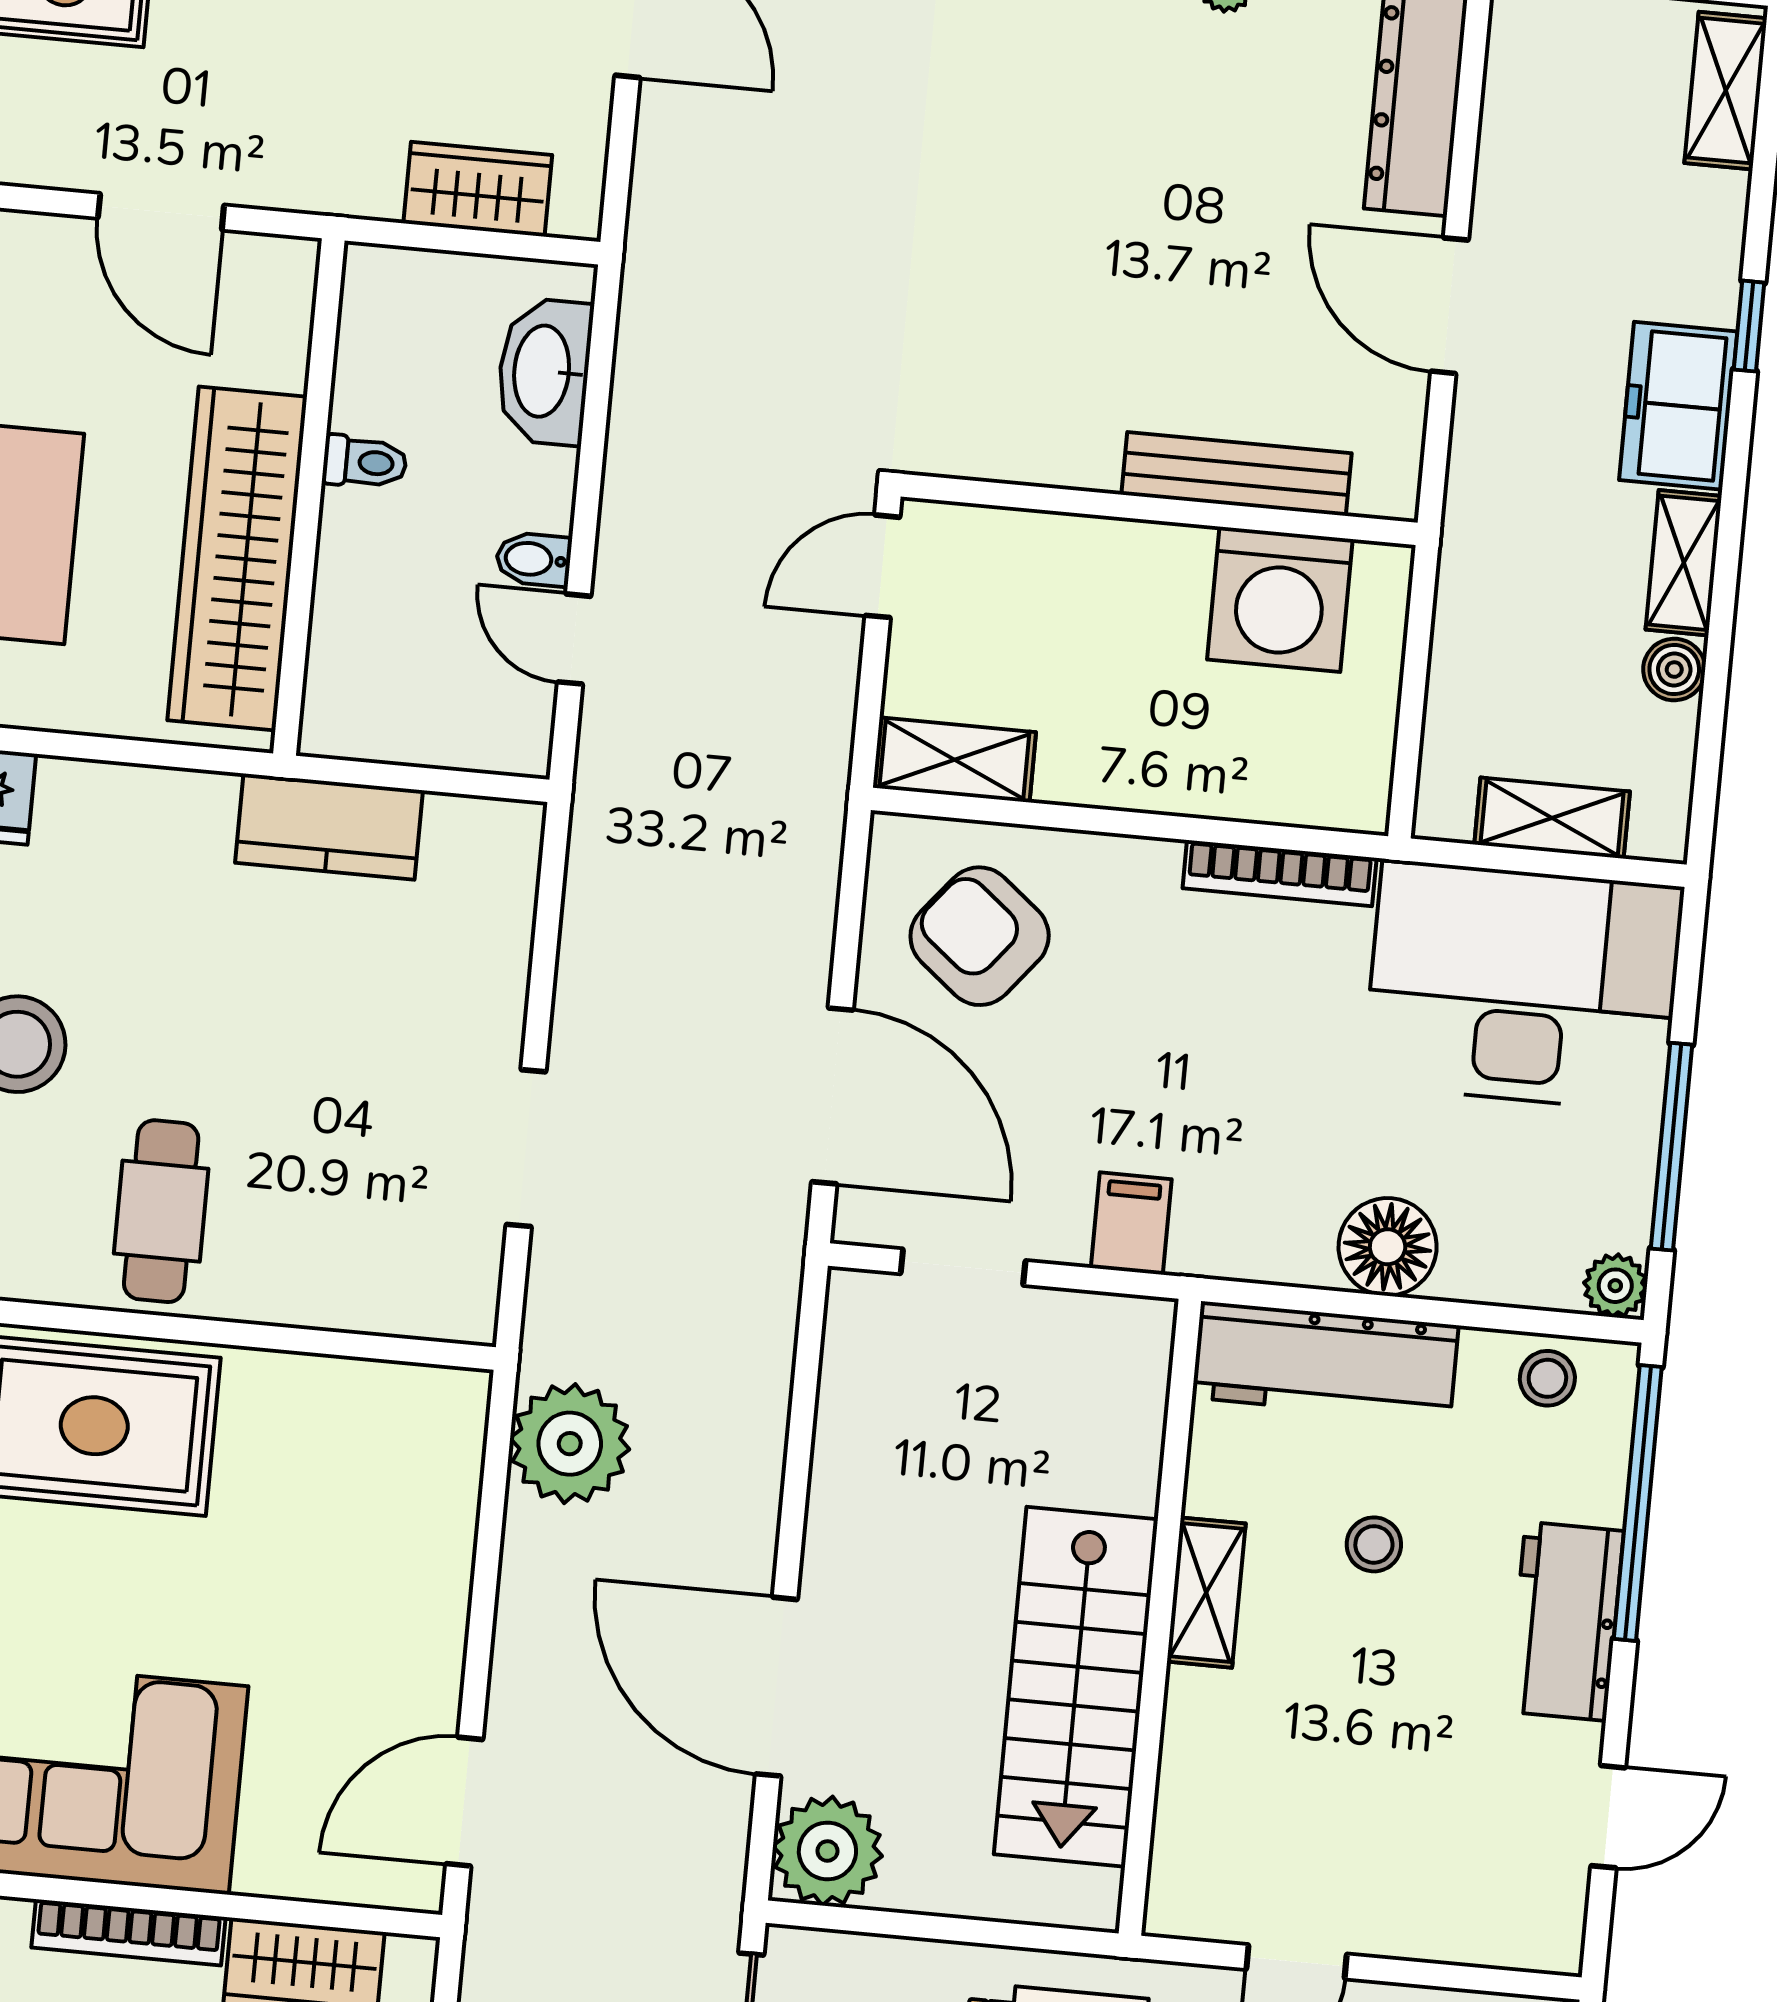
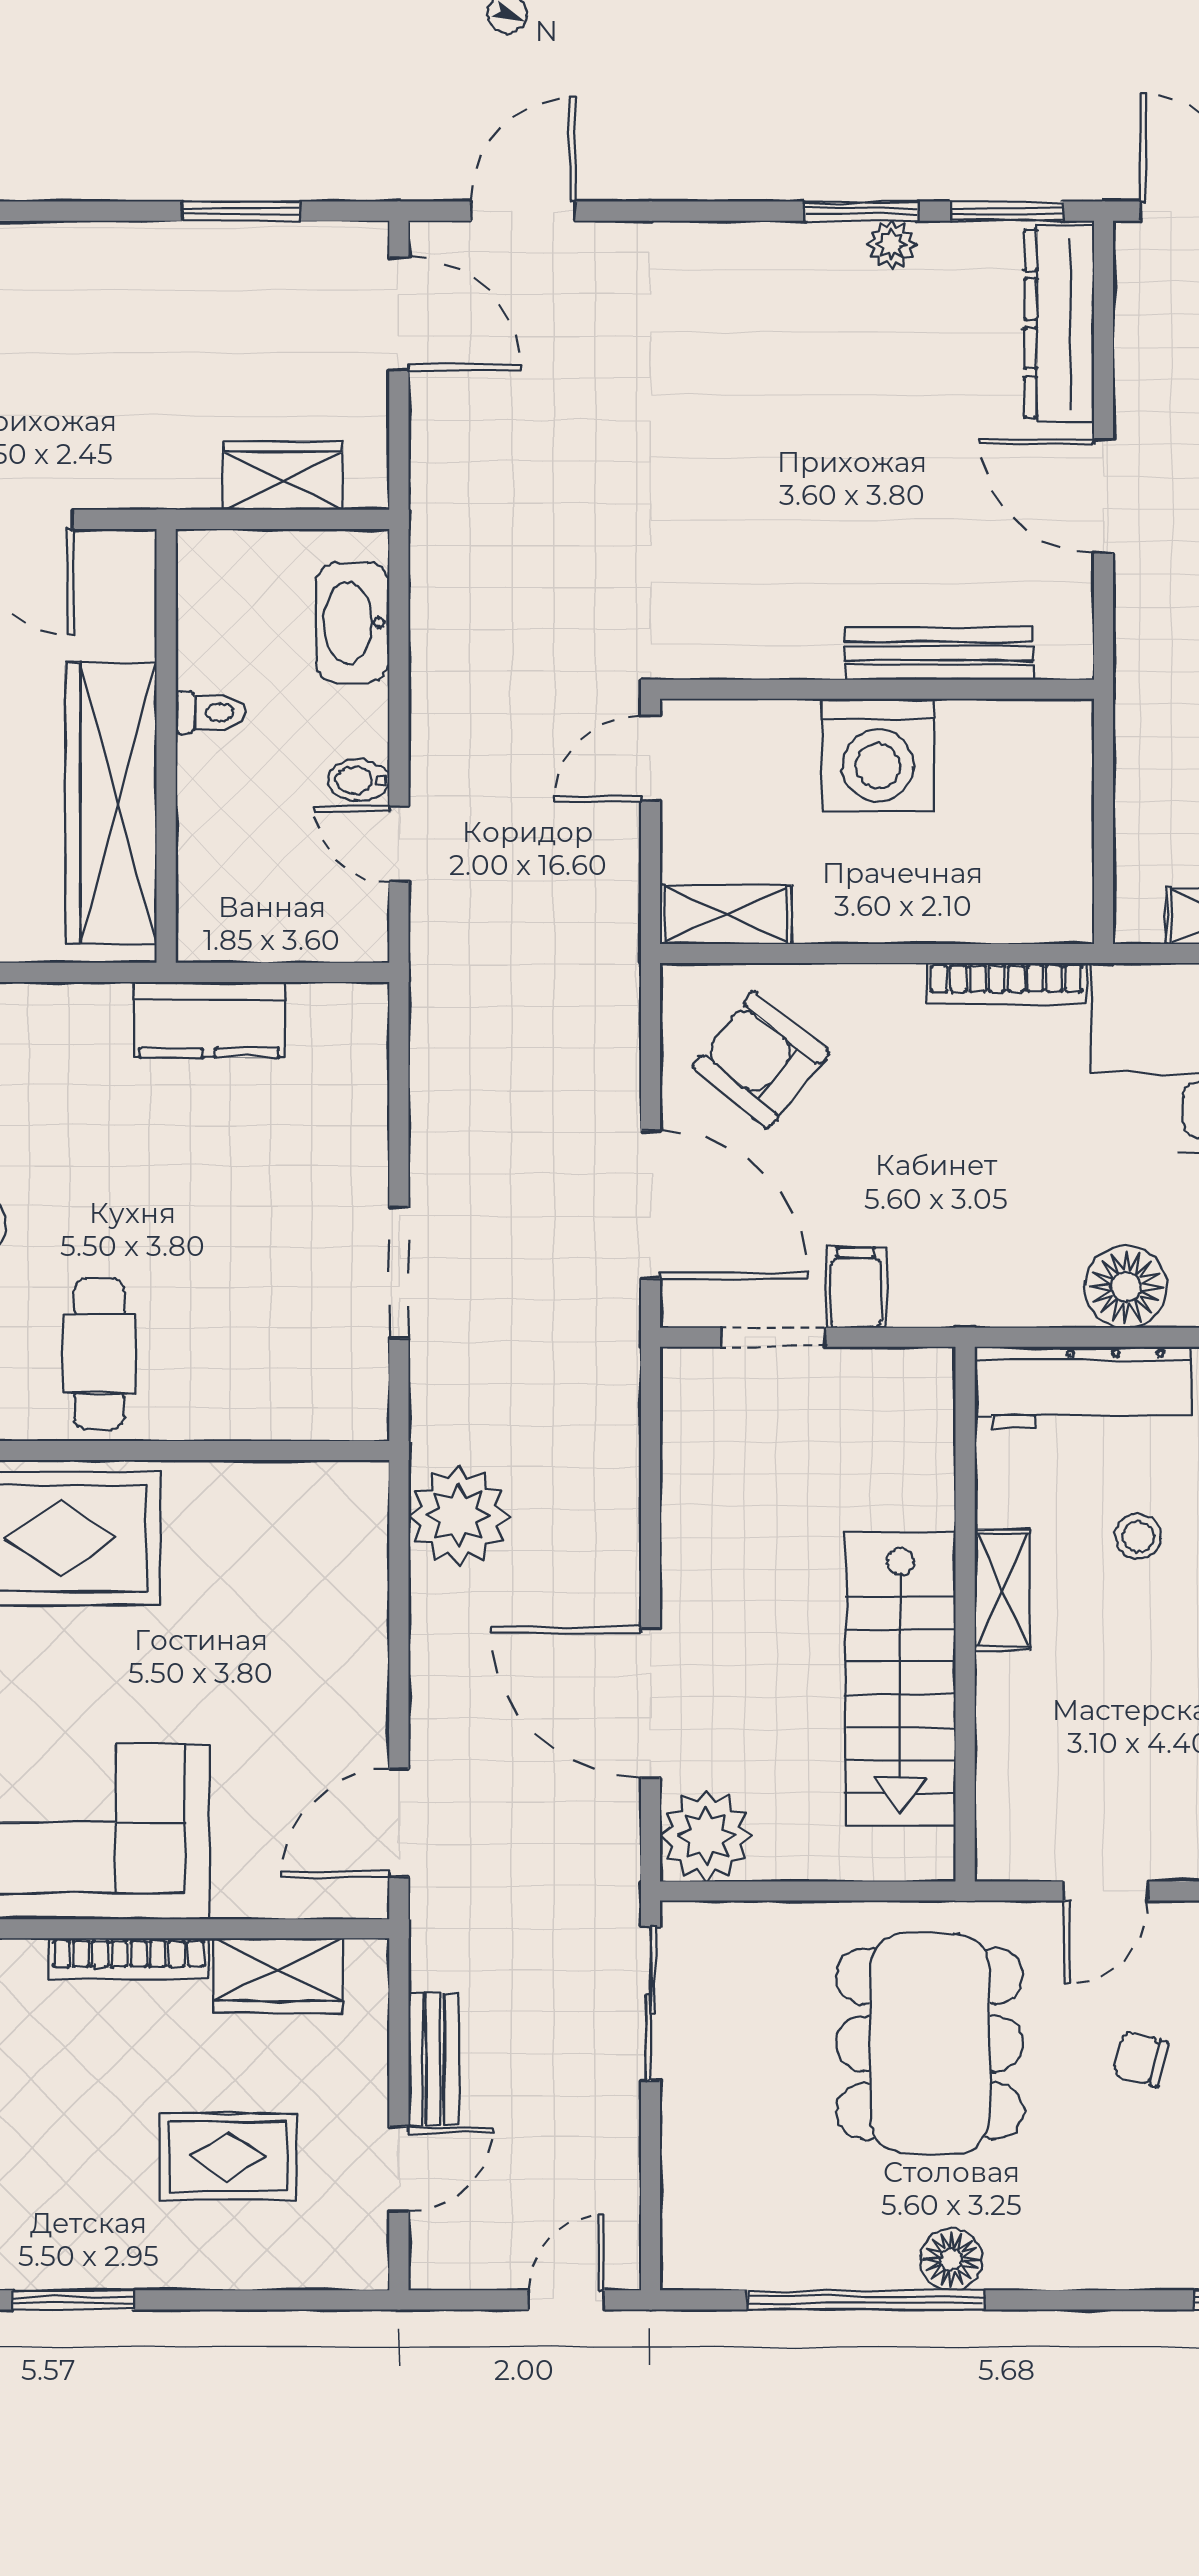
washing machine: (1280, 599) -> (878, 755), moved
filing cabinet: (1131, 1223) -> (856, 1288), moved

